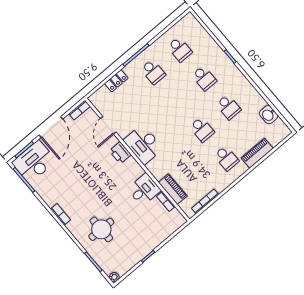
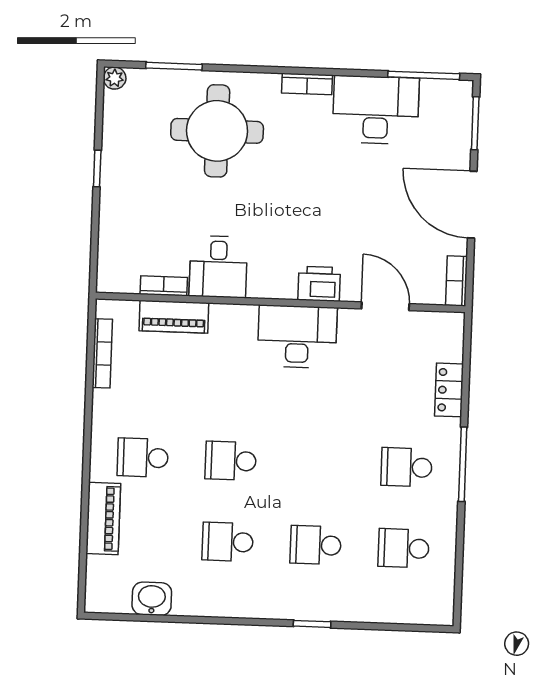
desk: (34, 162) -> (376, 110), moved, turned -90
round table: (101, 229) -> (217, 131), width x1.36, depth x1.36

